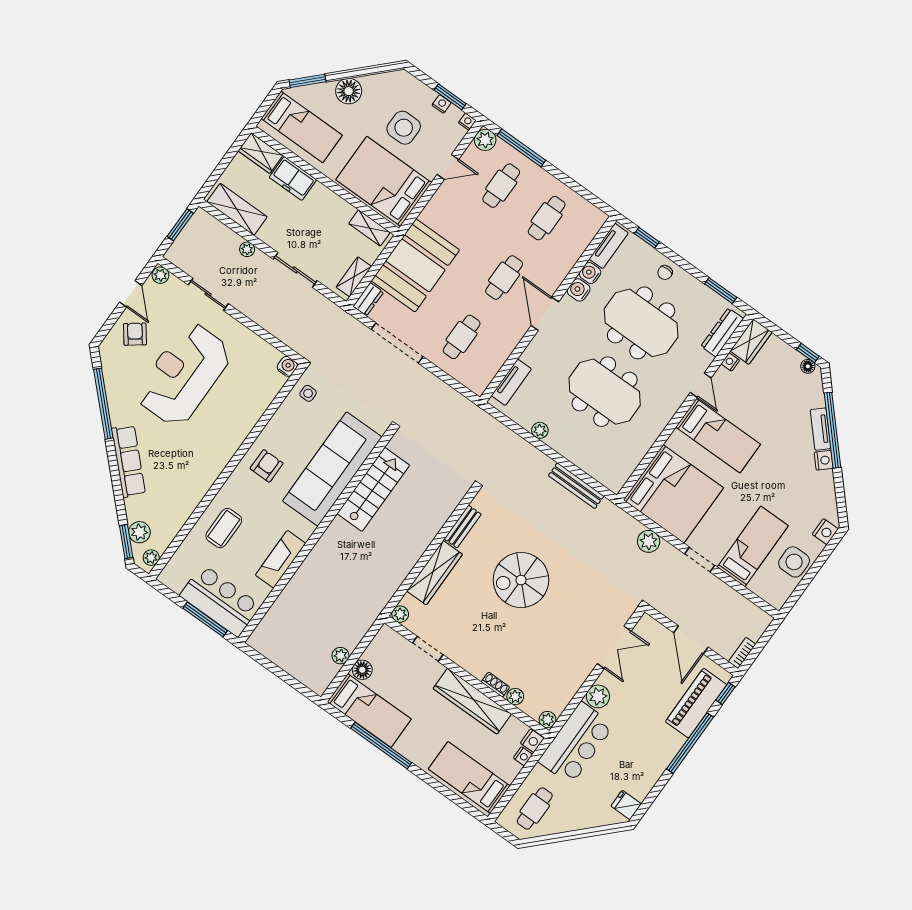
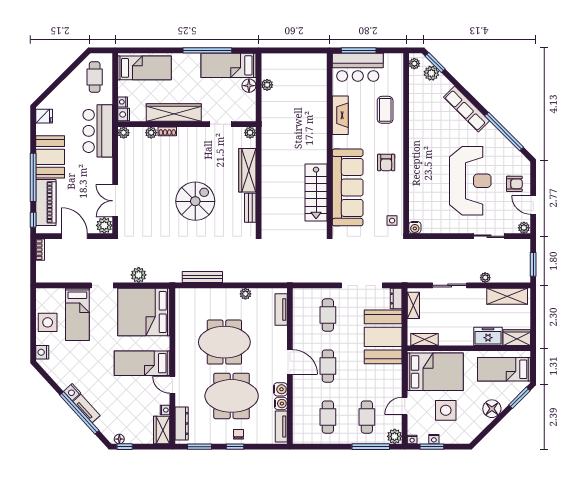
window: (647, 238) -> (235, 447), moved
armchair: (135, 334) -> (514, 184), turned -53
plant: (598, 696) -> (104, 225), moved
booth: (653, 753) -> (50, 157), added

